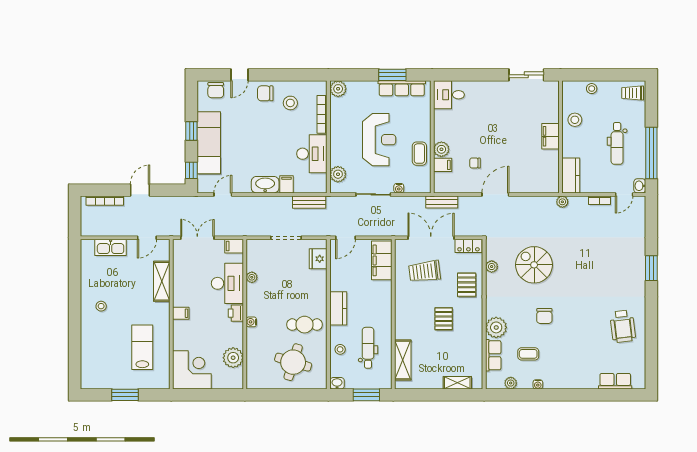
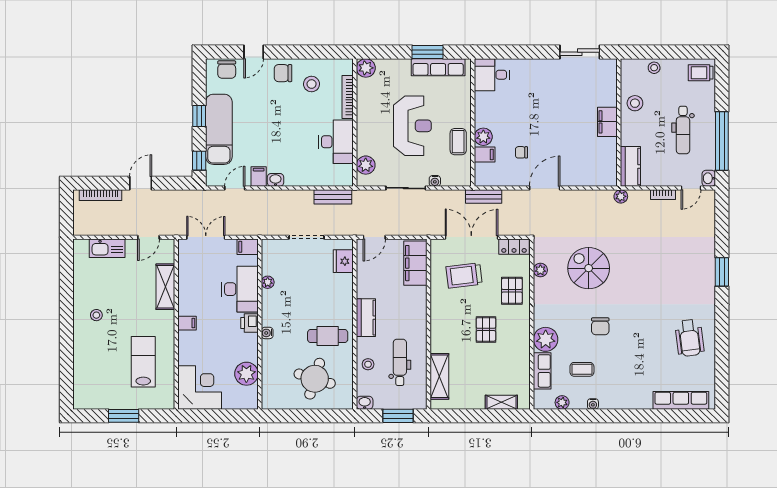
filing cabinet: (286, 184) -> (259, 177), moved
washbasin: (265, 185) -> (275, 180), width x0.52, depth x0.69
row of seats: (615, 381) -> (681, 400), width x1.48

